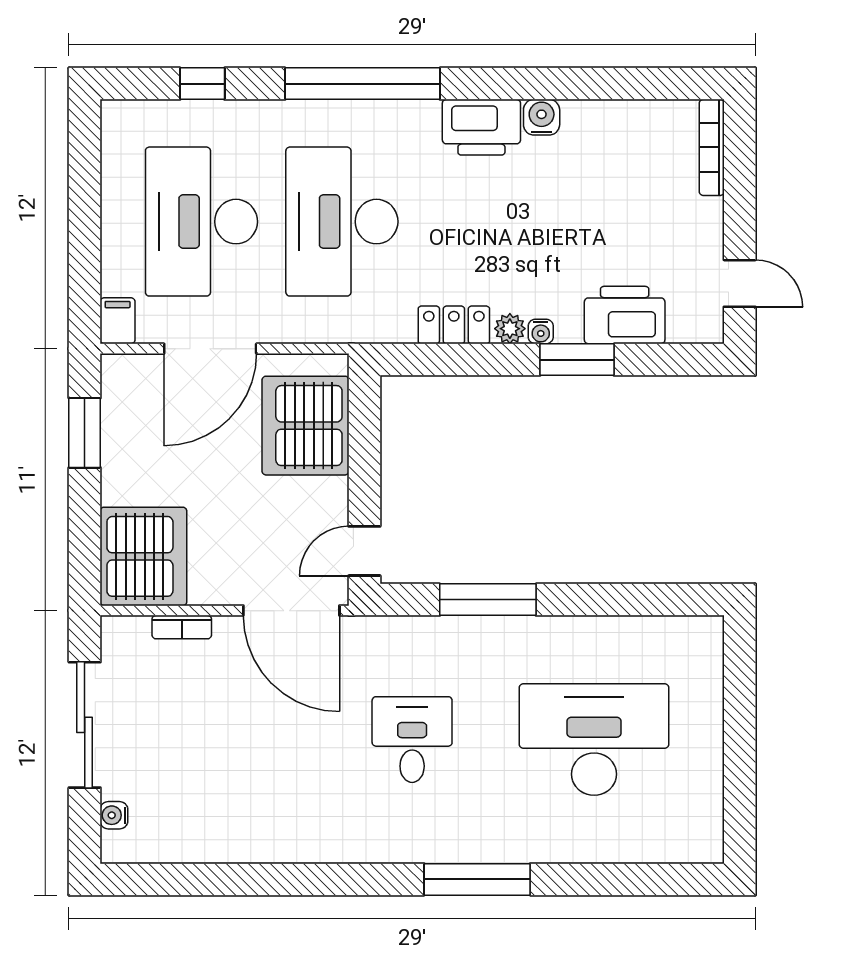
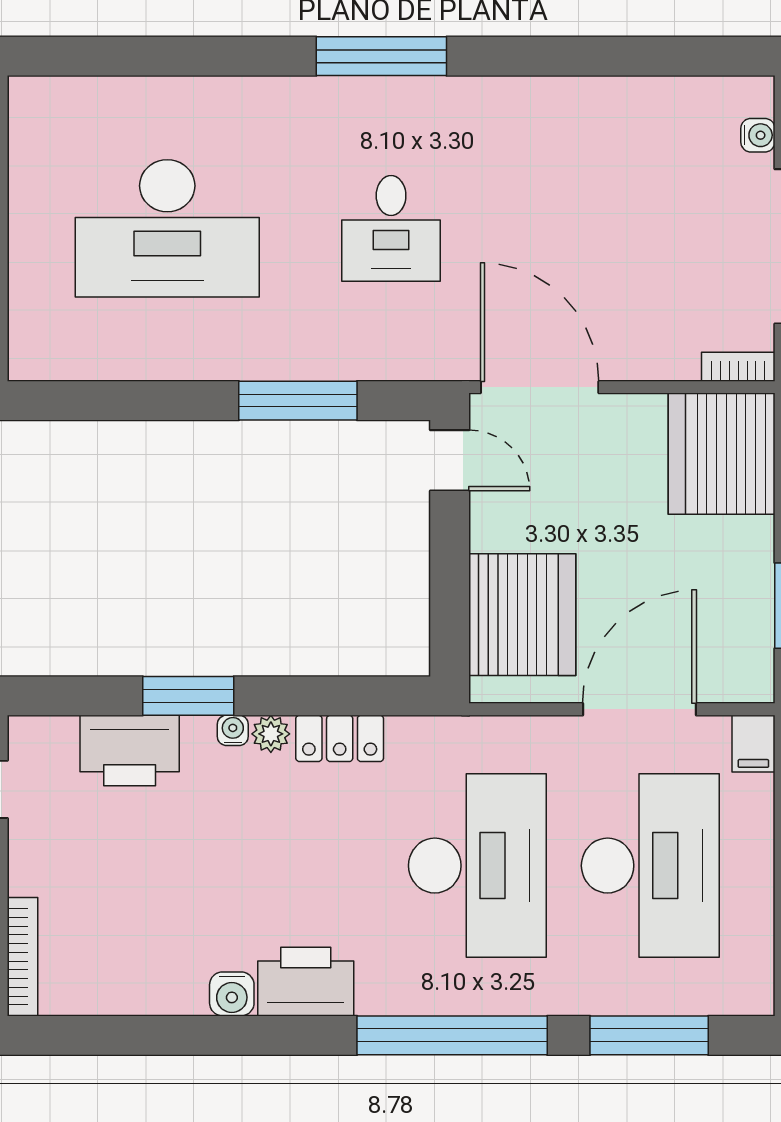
window: (202, 84) -> (649, 1035), width x2.17
door: (364, 551) -> (450, 460), hinge flipped
bookcase: (182, 627) -> (738, 367), moved
window: (477, 879) -> (381, 56), moved

